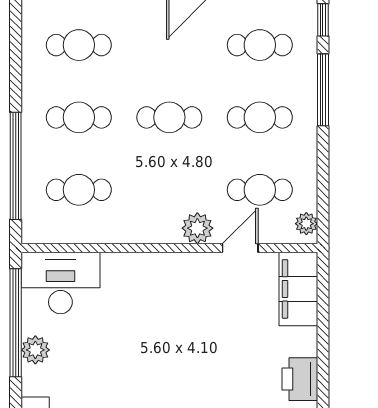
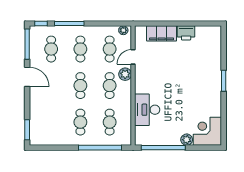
cafe table: (79, 45) -> (110, 86), moved
door: (240, 248) -> (133, 57), hinge flipped
desk: (60, 283) -> (147, 110), moved
filing cabinet: (298, 289) -> (162, 33), moved
plant: (35, 350) -> (187, 140), moved

